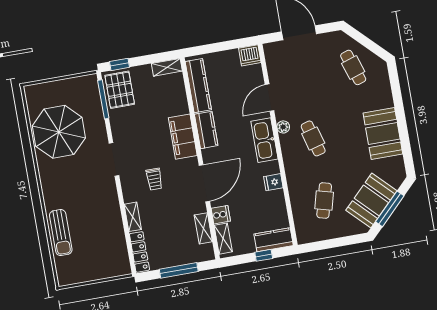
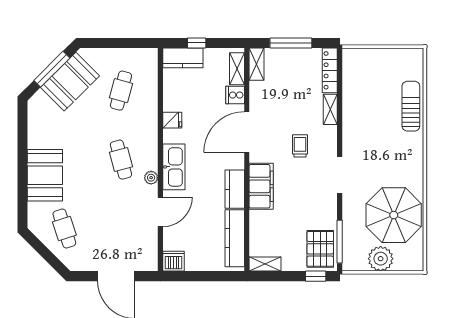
plant: (64, 90) -> (381, 259), added
booth: (383, 133) -> (45, 175), moved
shelving: (203, 228) -> (256, 64), moved

